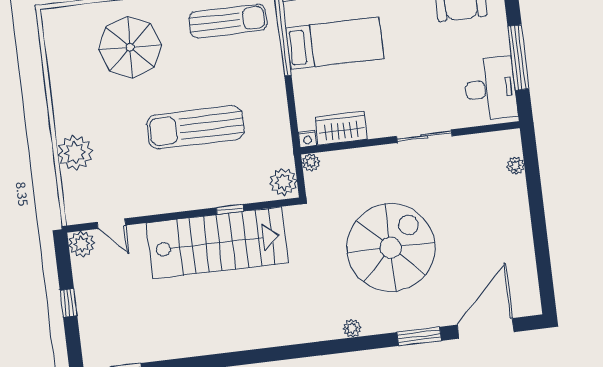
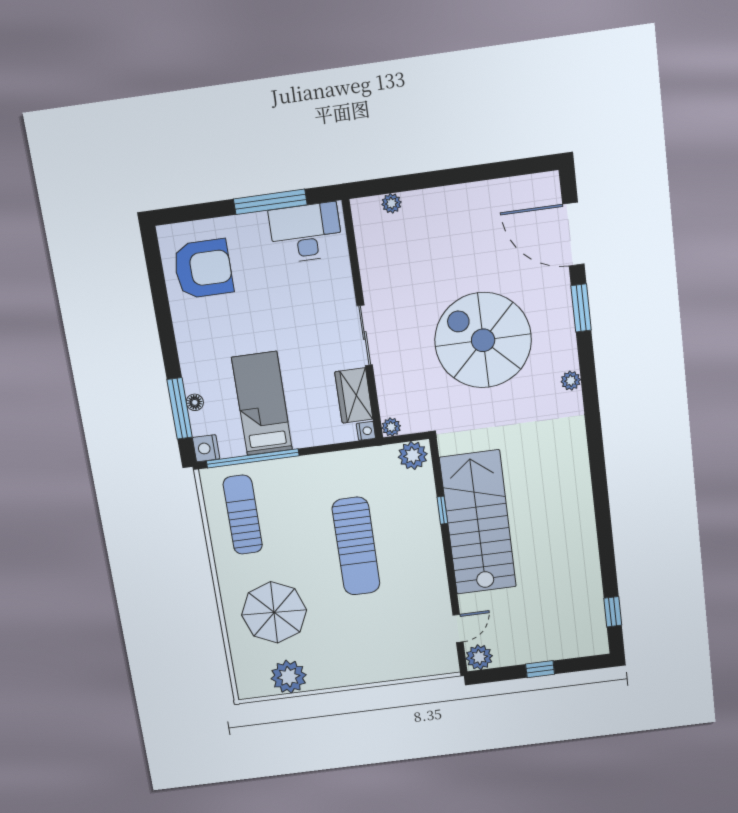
sliding door: (424, 136) -> (365, 335), moved
plant: (75, 153) -> (289, 677), moved

